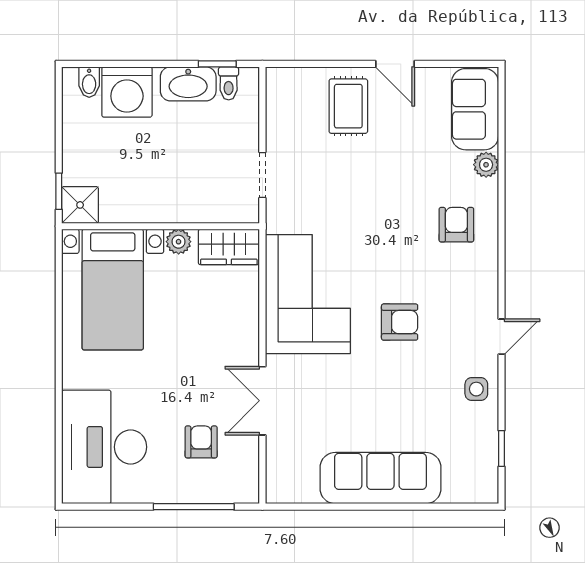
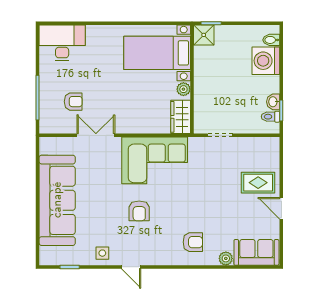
door: (395, 64) -> (281, 208), hinge flipped
washbasin: (188, 84) -> (273, 102), width x0.52, depth x0.69
desk: (104, 447) -> (62, 43), width x0.73, depth x0.77
sofa: (380, 478) -> (57, 200), width x1.36, depth x1.27

